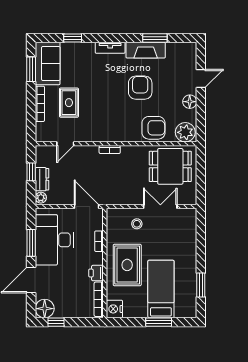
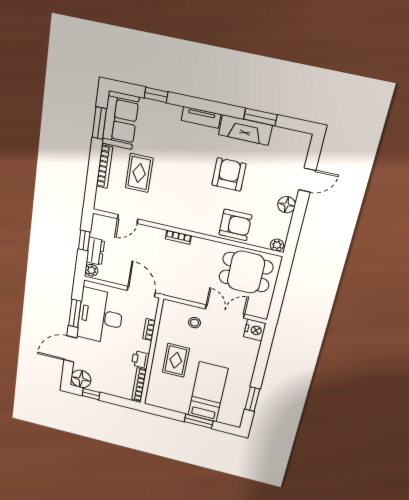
plant: (185, 132) -> (277, 245), width x0.53, depth x0.53
rug: (127, 265) -> (176, 360), width x0.73, depth x0.70
nightstand: (114, 309) -> (255, 330), moved, turned 180

